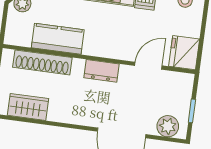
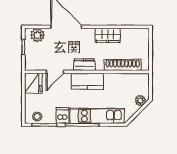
kitchen counter: (58, 39) -> (87, 81), moved
wardrobe: (28, 107) -> (108, 35), moved

